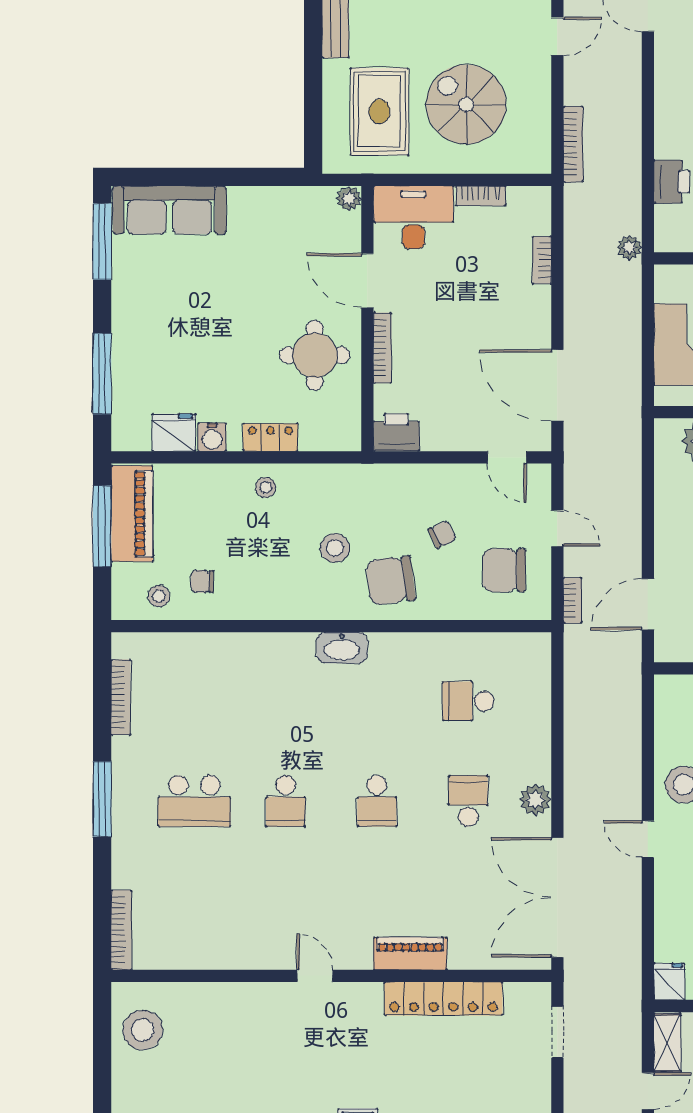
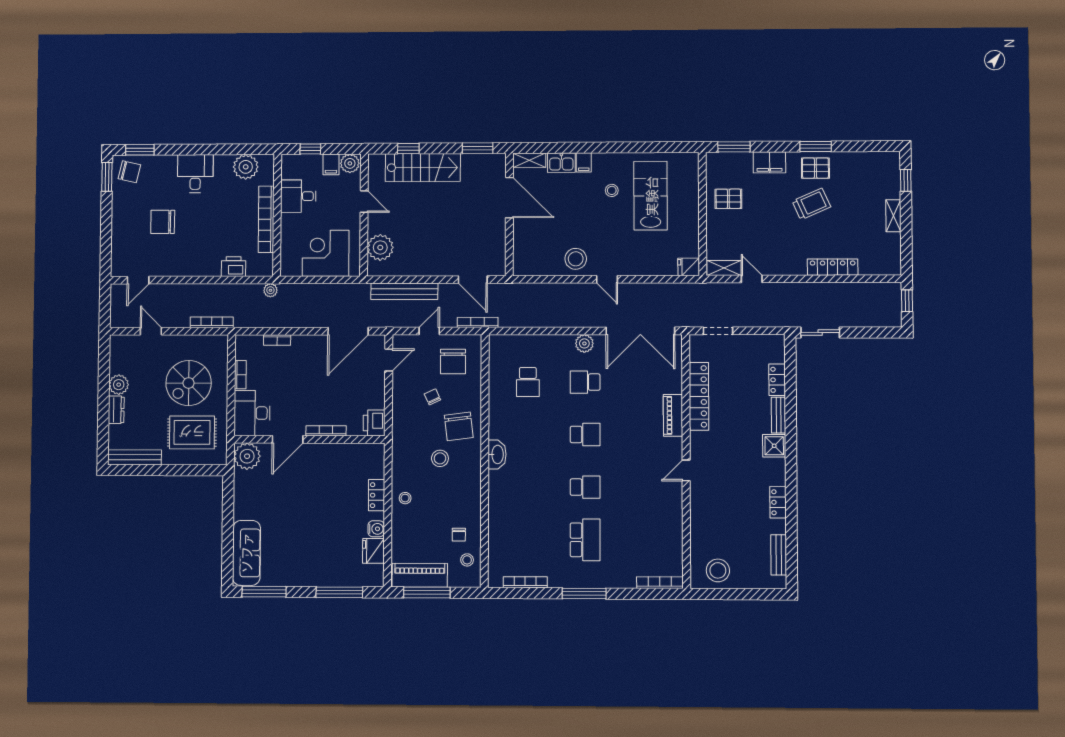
plant: (349, 198) -> (247, 456), width x1.88, depth x1.88
round table: (315, 355) -> (330, 470), removed
bench: (627, 484) -> (404, 291), added
bookcase: (572, 600) -> (478, 322), width x1.56
door: (648, 839) -> (607, 279), hinge flipped

